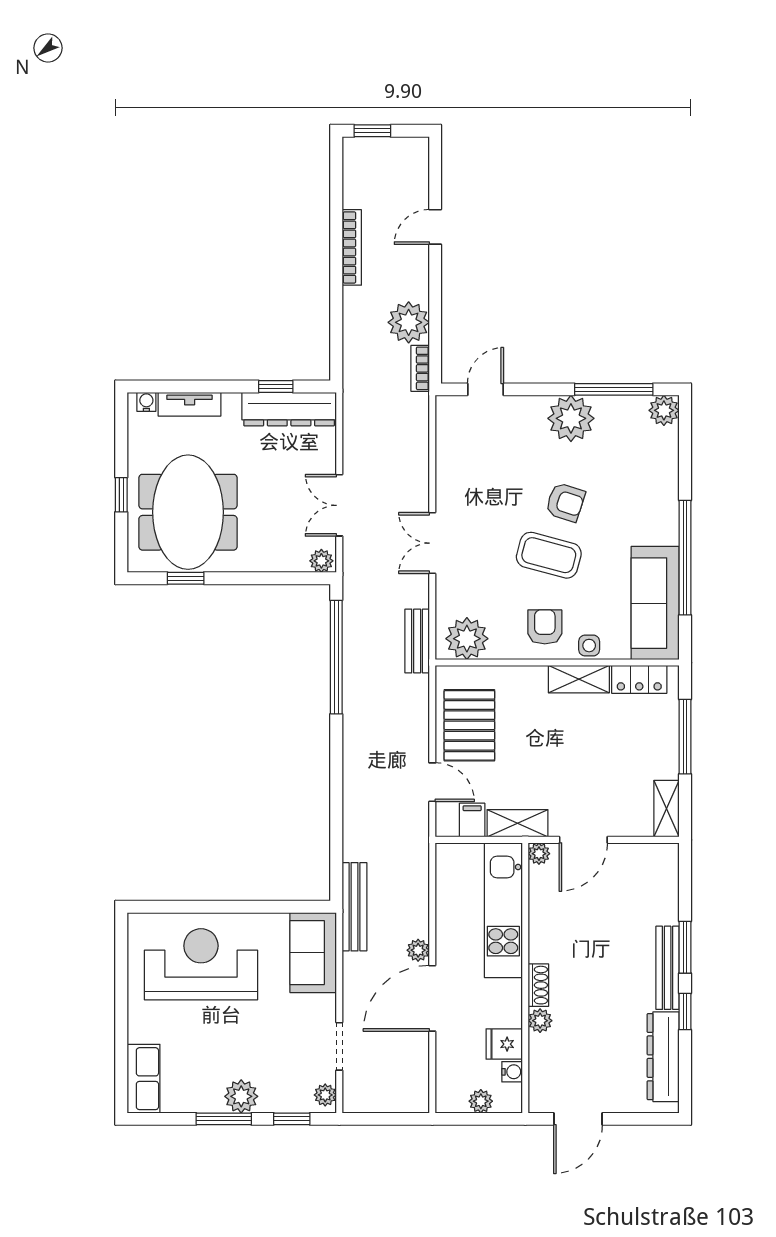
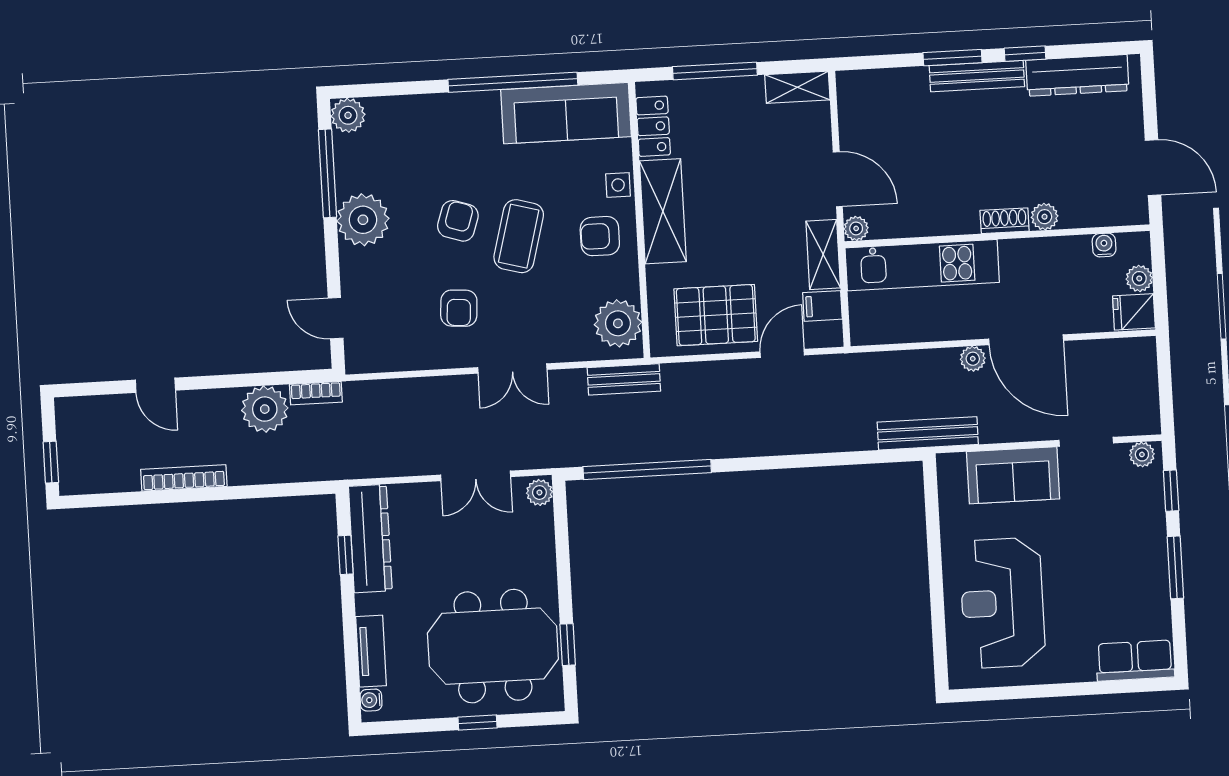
armchair: (488, 499) -> (459, 308), added
shelving: (579, 679) -> (663, 211), width x1.50, depth x1.33
sofa: (313, 953) -> (1013, 475), moved
fridge: (504, 1044) -> (1134, 312), moved, turned 90
plant: (241, 1096) -> (1149, 549), removed

